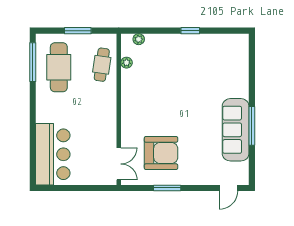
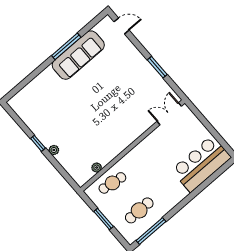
plant: (139, 39) -> (54, 150), moved
cafe table: (59, 67) -> (139, 210), width x0.73, depth x0.74
armchair: (161, 153) -> (137, 92), removed

